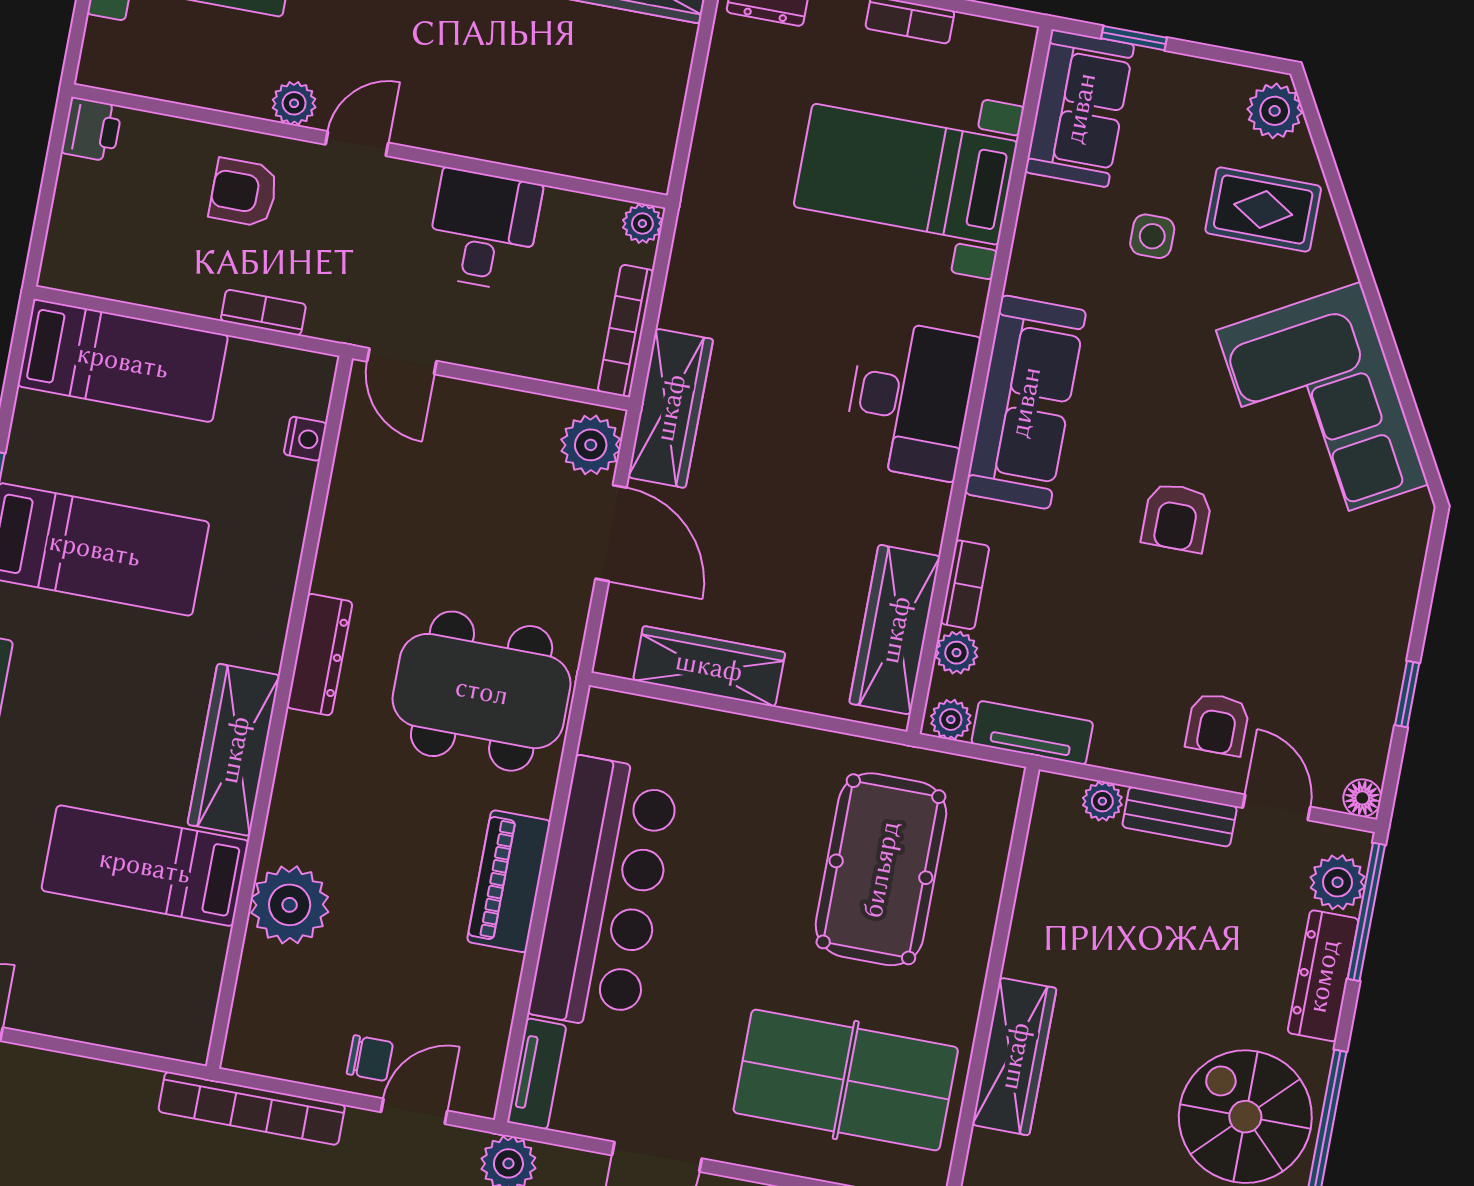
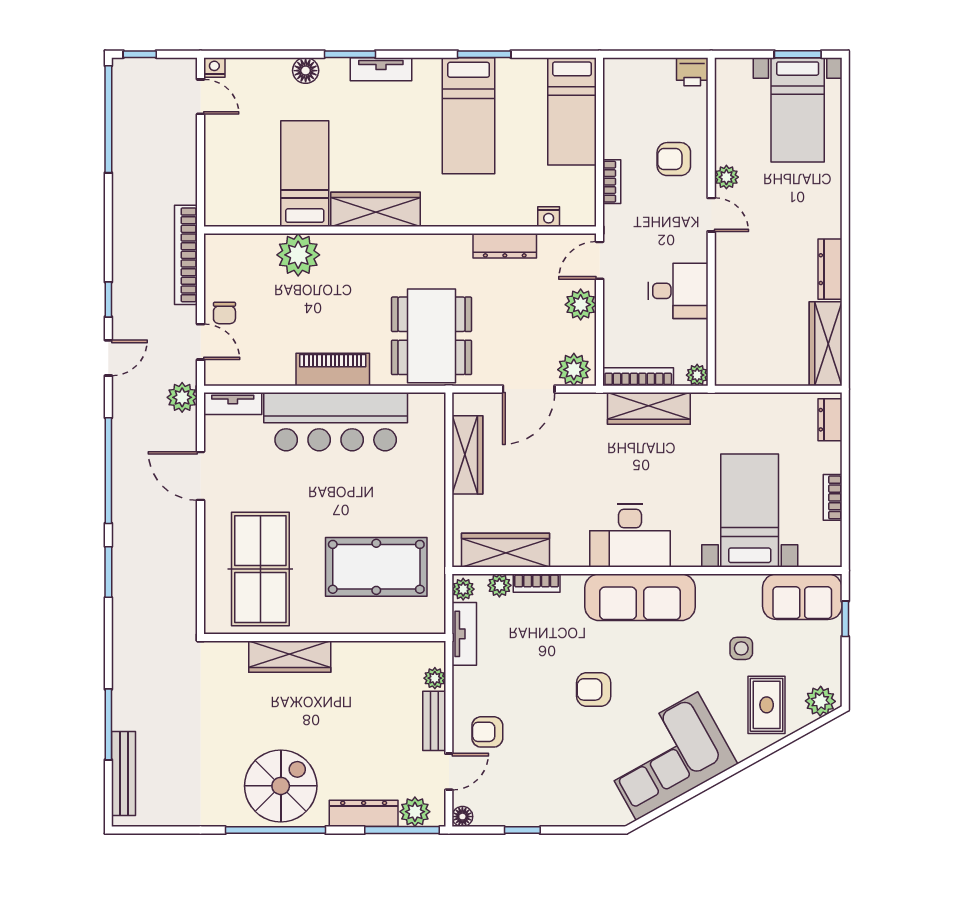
armchair: (244, 193) -> (674, 159), turned -90
wardrobe: (670, 408) -> (649, 408), moved
plant: (475, 410) -> (581, 305), added
dresser: (320, 655) -> (505, 246), moved

